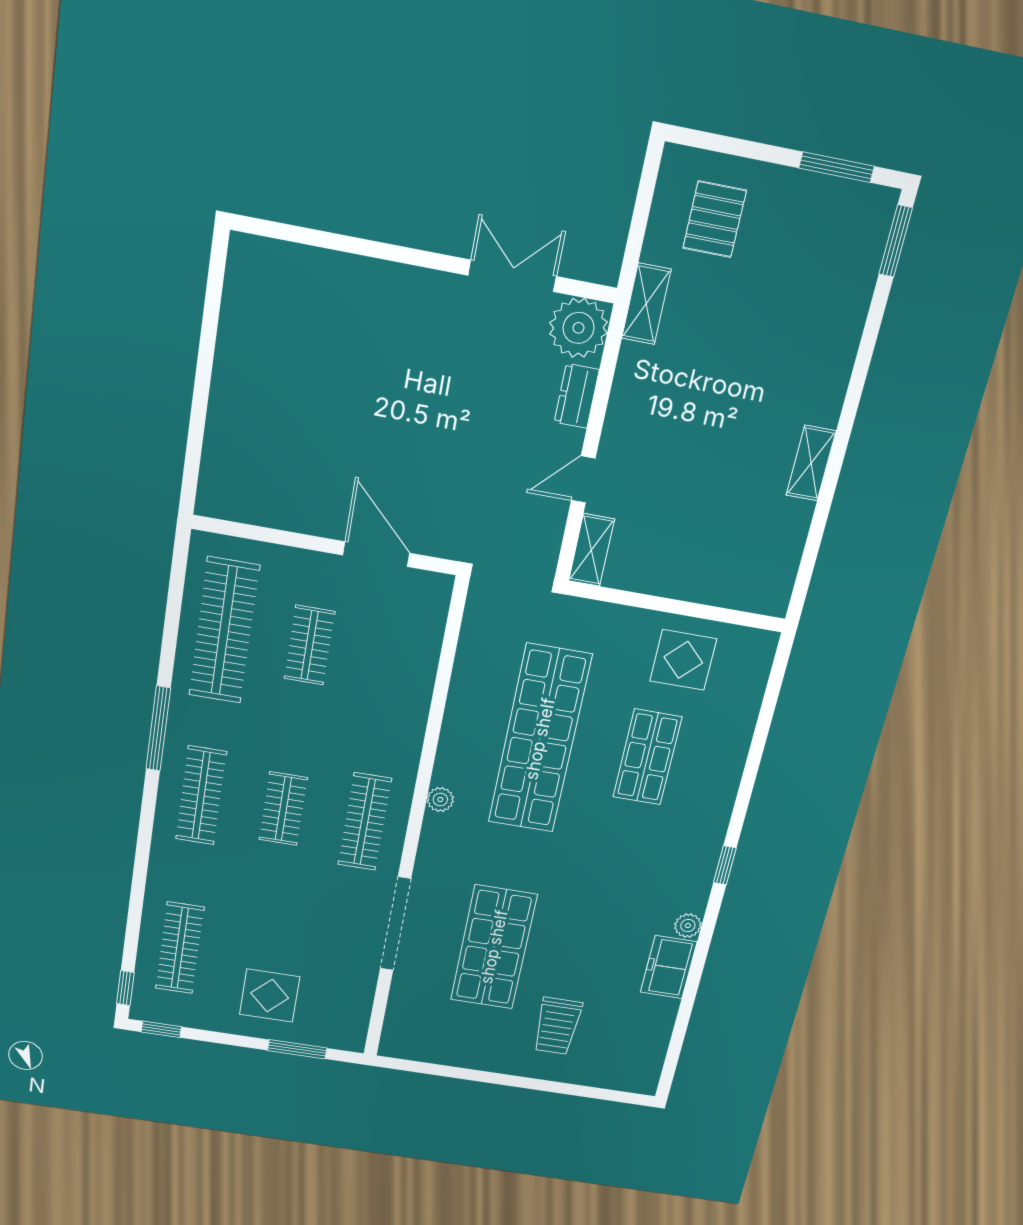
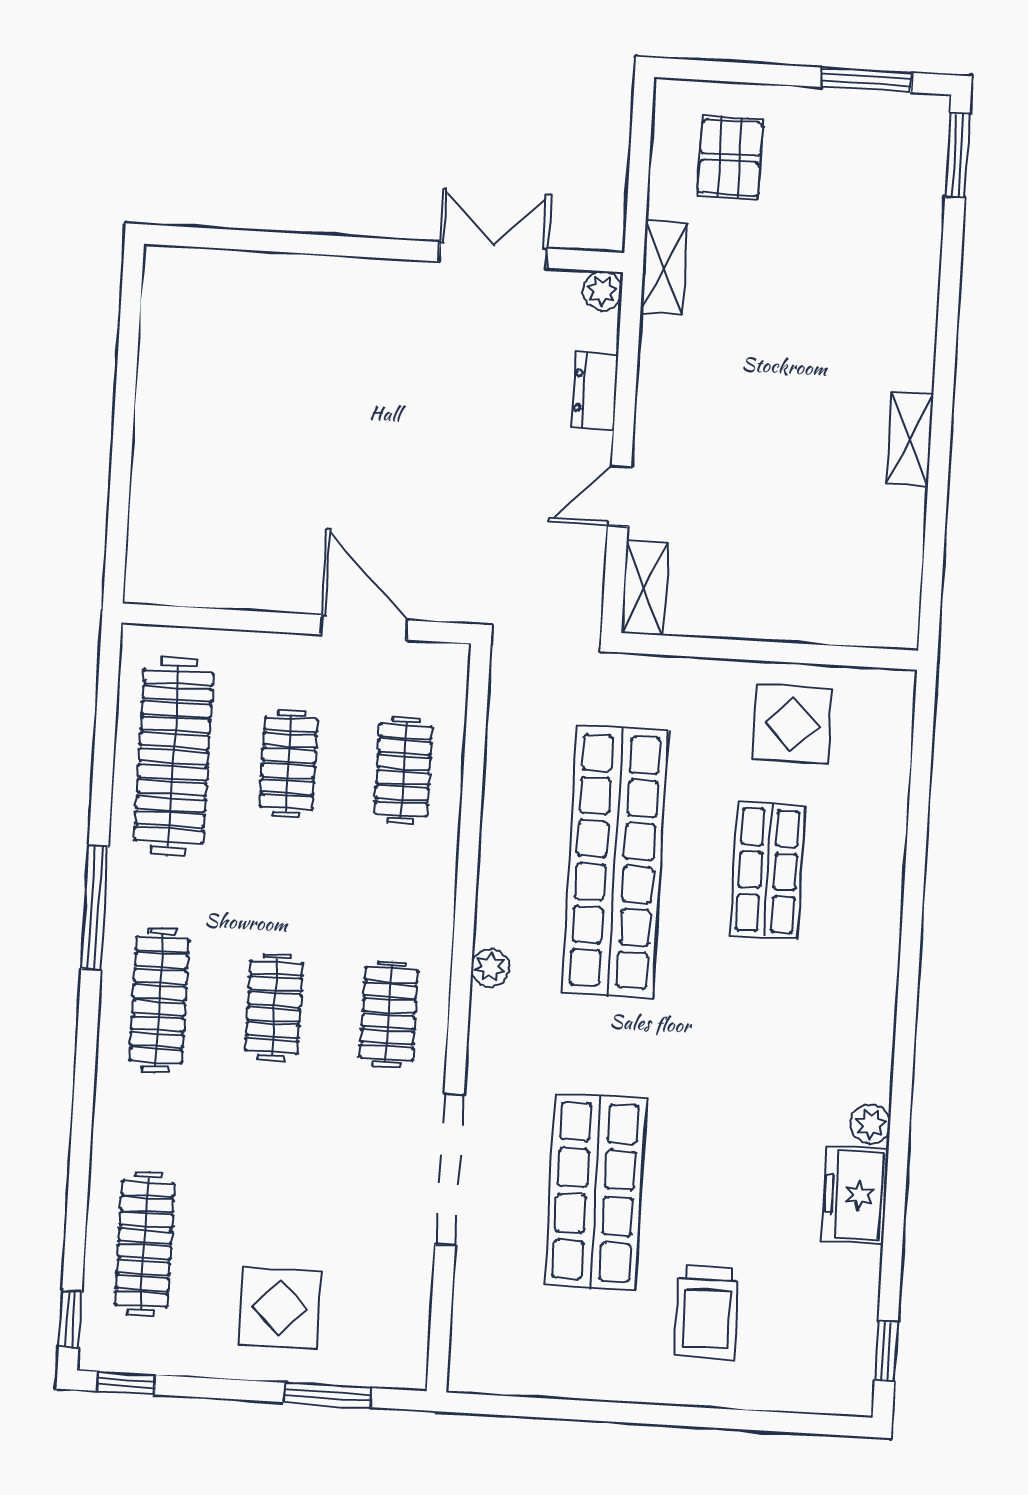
plant: (579, 328) -> (602, 291), width x0.53, depth x0.53
clothes rail: (394, 660) -> (403, 770), added
clothes rail: (365, 822) -> (389, 1014), width x0.73
window: (725, 865) -> (886, 1351), moved

